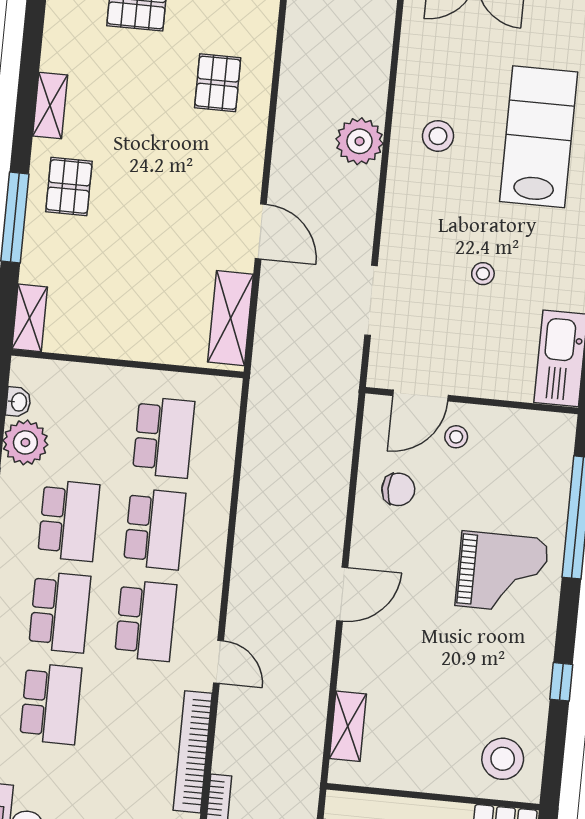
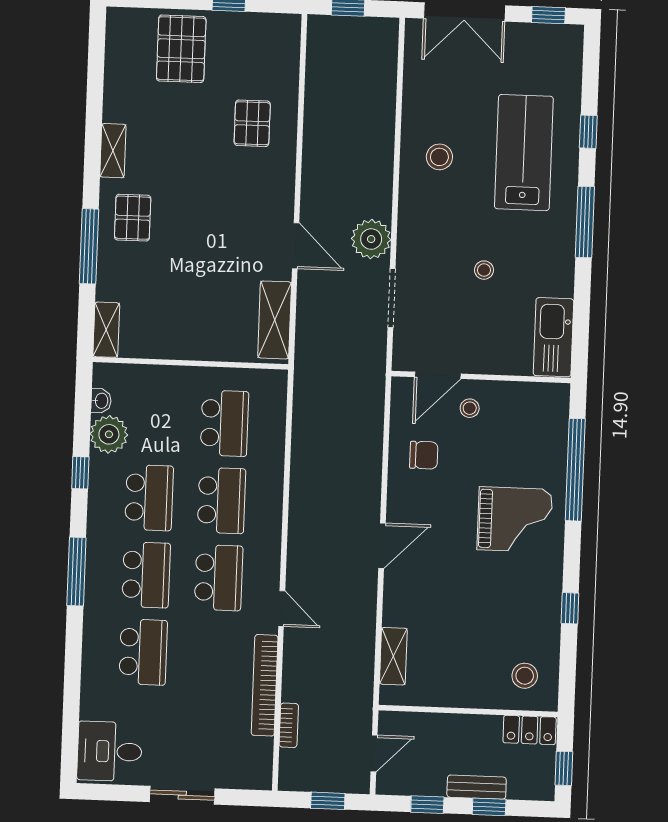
plant: (360, 141) -> (371, 239), moved
stool: (503, 759) -> (525, 676), width x0.73, depth x0.73

